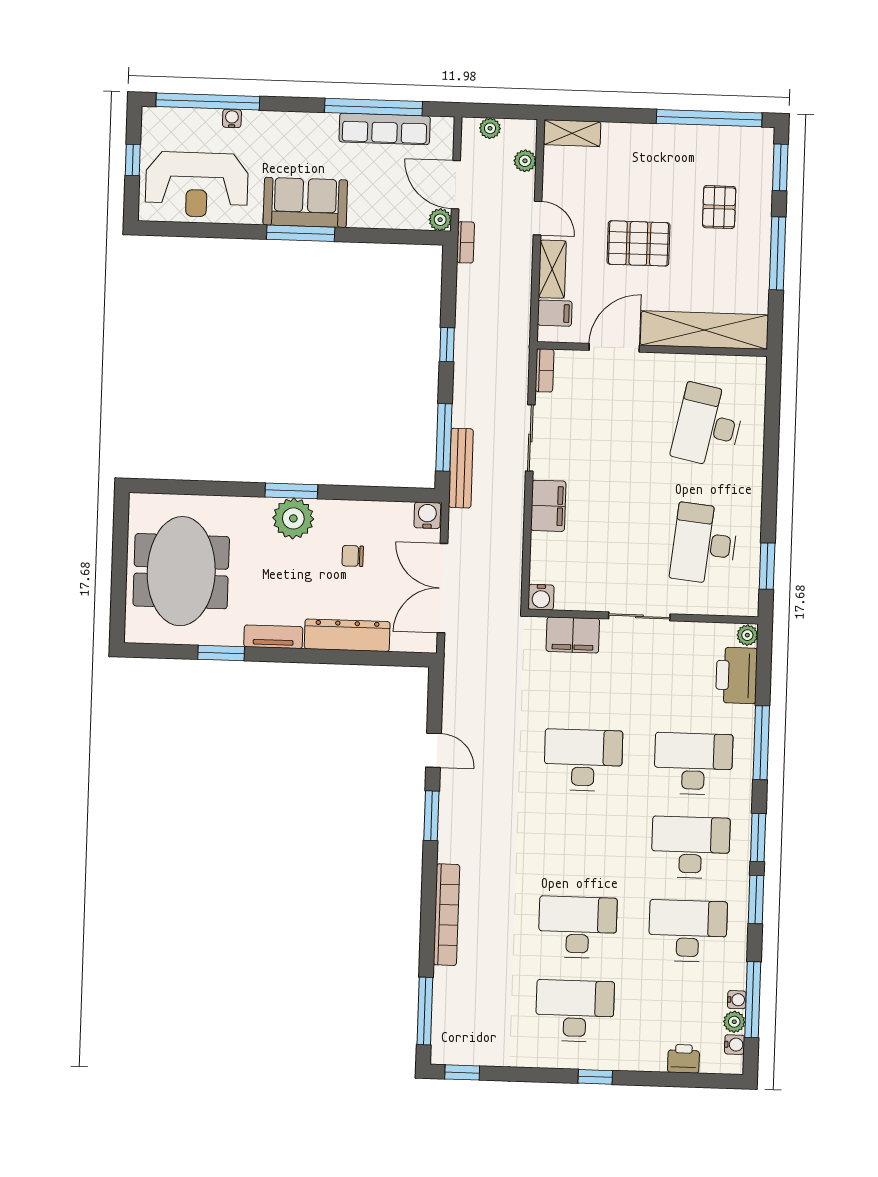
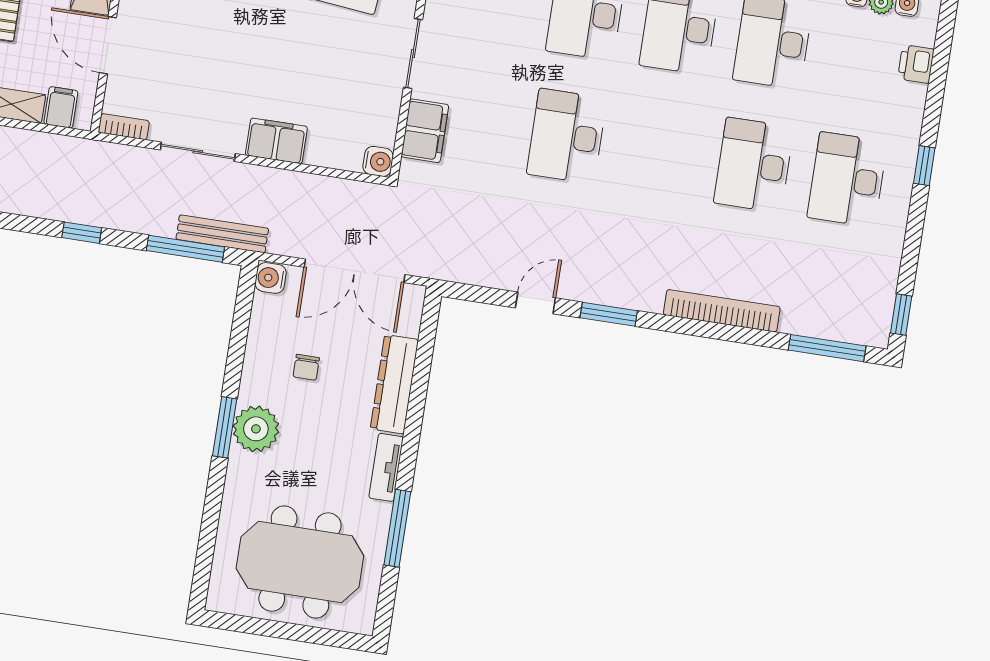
window: (221, 653) -> (397, 528), width x1.44

